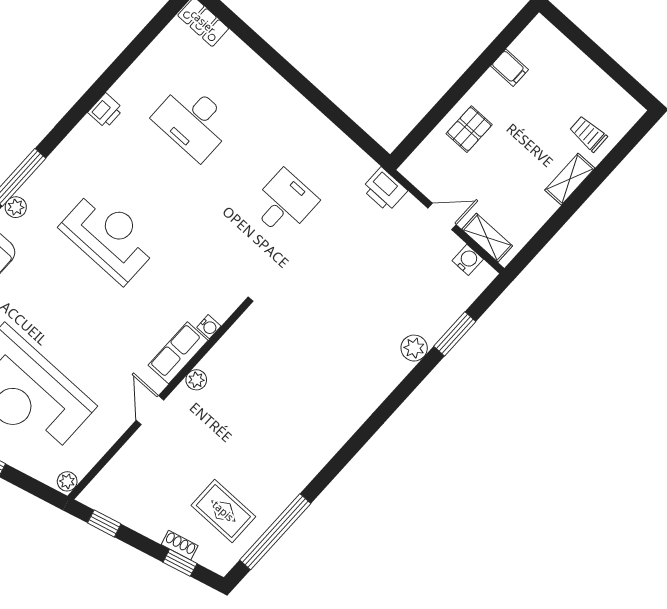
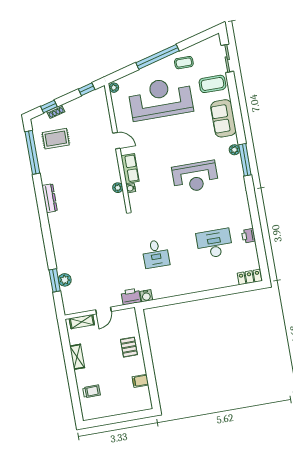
printer: (106, 111) -> (248, 236), moved
shelving: (570, 179) -> (77, 357), moved
water cooler: (468, 260) -> (146, 296), moved
plant: (414, 348) -> (65, 280), moved
plant: (196, 380) -> (118, 188), moved
dresser: (328, 446) -> (50, 198), added

